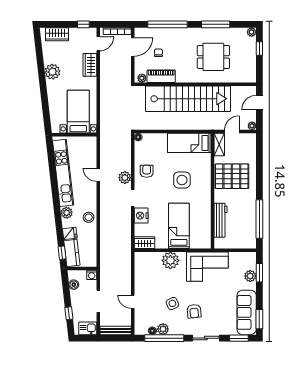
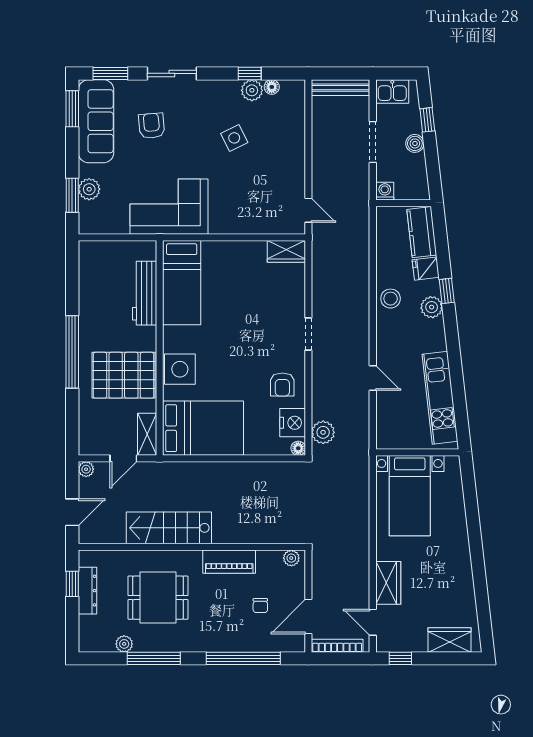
plant: (252, 32) -> (124, 644), moved
door: (98, 44) -> (373, 622), hinge flipped
window: (259, 49) -> (72, 584), moved
dresser: (251, 61) -> (87, 591), added
plant: (52, 72) -> (458, 570), removed
piano: (161, 76) -> (229, 562), moved
stairs: (188, 99) -> (169, 528), width x0.54, depth x0.66
bed: (189, 143) -> (203, 428), width x1.50
kitchen unit: (63, 173) -> (440, 398), width x0.73
plant: (125, 178) -> (323, 432), moved
side table: (182, 180) -> (180, 369), moved
nightstand: (141, 216) -> (293, 423), moved
window: (259, 219) -> (72, 352), moved
bed: (179, 226) -> (182, 283), moved
window: (62, 253) -> (447, 291), moved
plant: (170, 260) -> (238, 218), removed
boiler: (74, 285) -> (415, 143), moved
door: (133, 302) -> (308, 210), moved
armchair: (194, 311) -> (152, 126), moved
window: (164, 338) -> (250, 73), width x0.32

